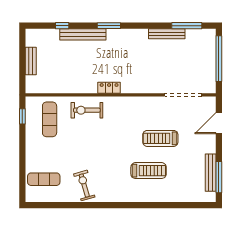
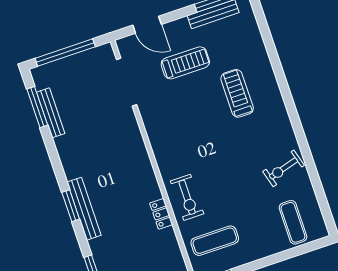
bench: (83, 34) -> (84, 209), moved
bench: (167, 34) -> (51, 113), moved
locker: (109, 88) -> (161, 214), moved
treadmill: (160, 138) -> (185, 63), moved, turned -90

